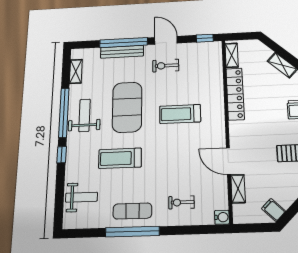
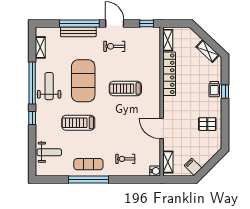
shelving: (238, 189) -> (168, 162), moved

